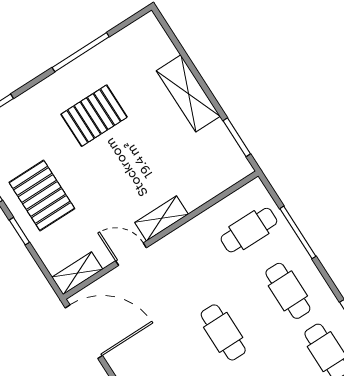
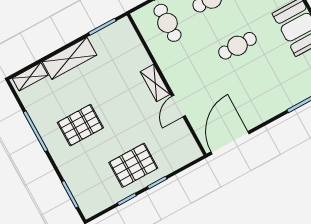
pallet: (94, 116) -> (80, 125), turned 90
shelving: (77, 273) -> (30, 77), moved, turned 90

